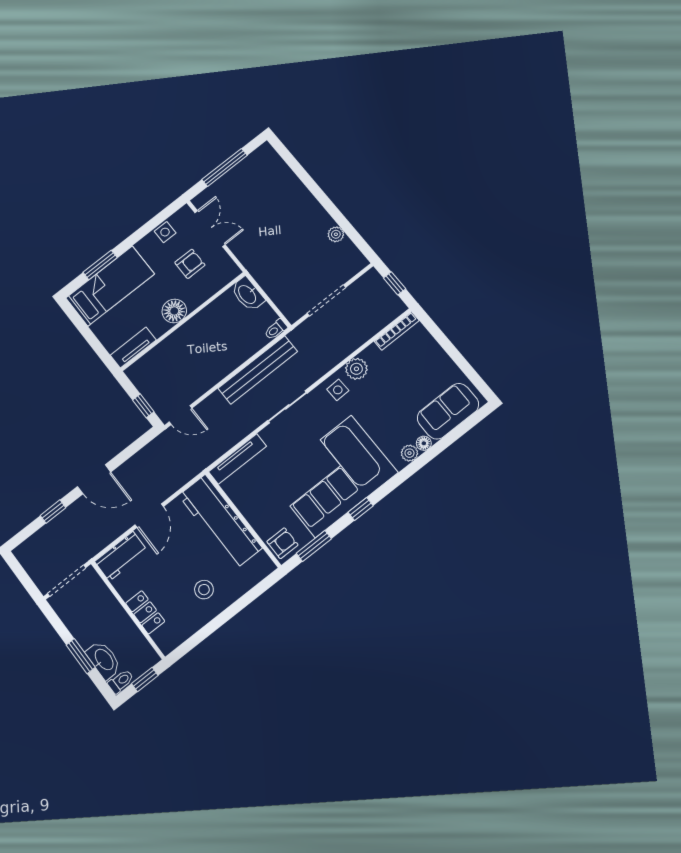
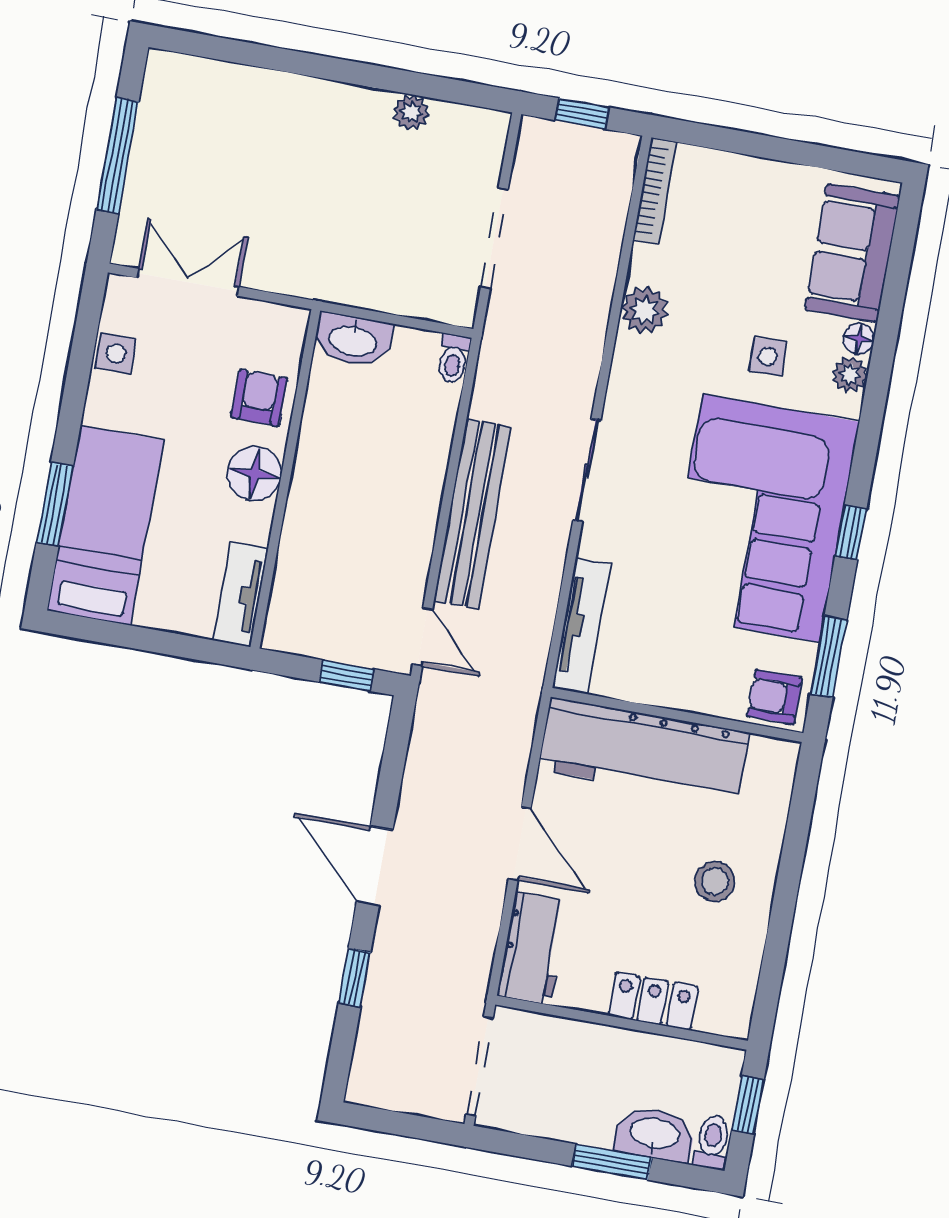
armchair: (190, 264) -> (259, 398), moved
bench: (258, 370) -> (473, 514), moved
side table: (338, 390) -> (768, 357), moved
door: (180, 415) -> (423, 637), hinge flipped
door: (94, 479) -> (375, 866), swing flipped
armchair: (282, 543) -> (775, 697), turned -90

